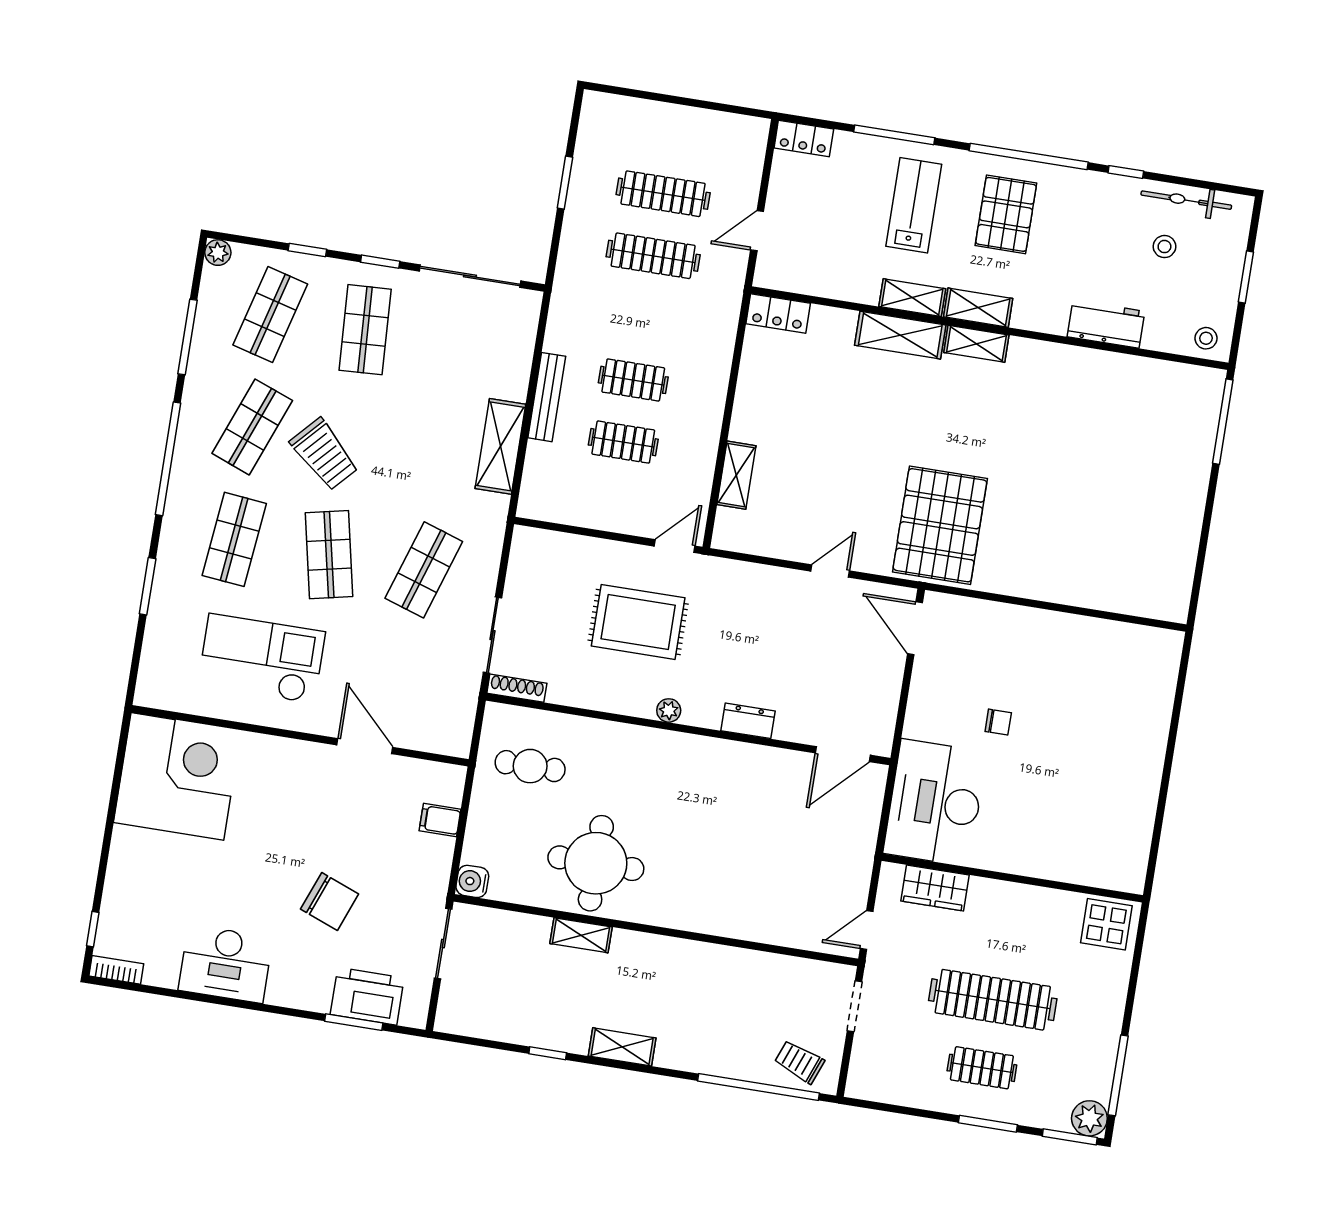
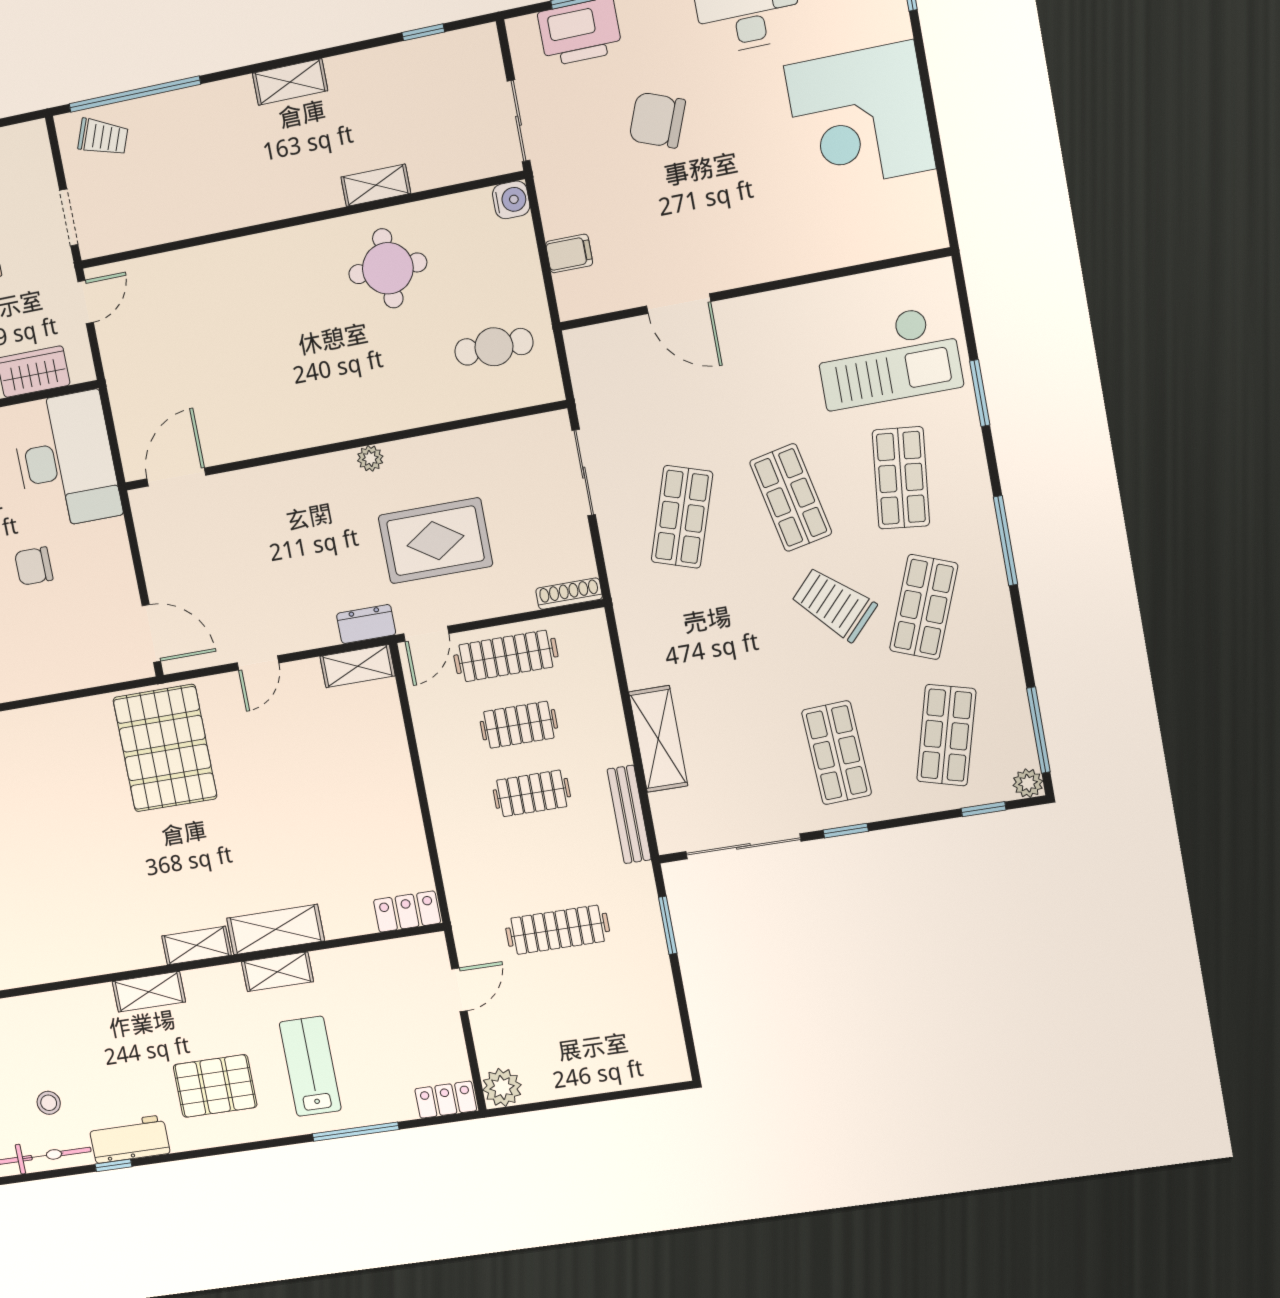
plant: (750, 134) -> (502, 1087), added
window: (1029, 156) -> (214, 1151), removed
window: (565, 183) -> (668, 925), moved
clothes rail: (663, 194) -> (506, 656), moved
lab bench: (914, 205) -> (310, 1066), turned 180
pallet: (1006, 214) -> (215, 1086), turned 90
window: (307, 250) -> (984, 809), moved
shelving: (978, 308) -> (149, 992), moved
workbench: (1106, 324) -> (129, 1139), moved, turned 180
window: (188, 337) -> (1038, 730), moved
bench: (547, 397) -> (629, 814), moved
shelving: (500, 446) -> (658, 739), moved
window: (168, 459) -> (1006, 541), width x0.68
shelving: (736, 475) -> (357, 666), moved, turned 90
checkout: (262, 659) -> (888, 357), moved
shoe rack: (517, 688) -> (569, 594), moved, turned 180
dresser: (748, 721) -> (366, 624), moved, turned 180
chair: (998, 722) -> (34, 566), width x1.37, depth x1.37
corner desk: (177, 776) -> (860, 117), moved
round table: (596, 863) -> (388, 268), width x0.73, depth x0.73
window: (548, 1053) -> (423, 32), moved

